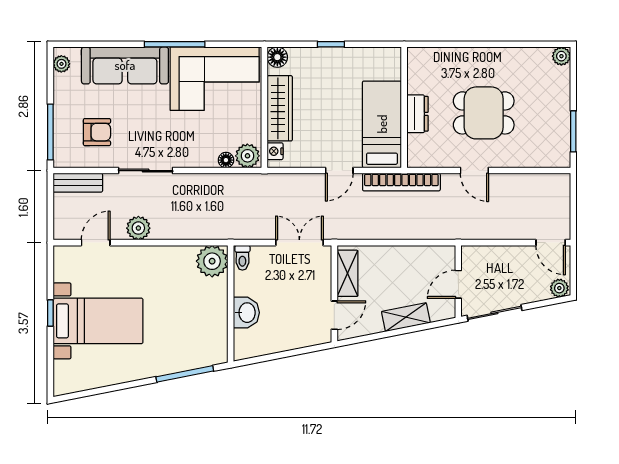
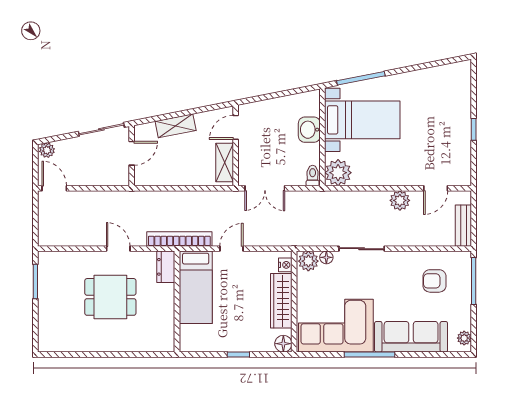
plant: (561, 56) -> (45, 345), removed
dresser: (418, 114) -> (166, 267), moved
sliding door: (146, 171) -> (362, 249), moved
bench: (78, 183) -> (463, 226), moved, turned 90
bed with nightstands: (98, 321) -> (362, 120), moved, turned 180

